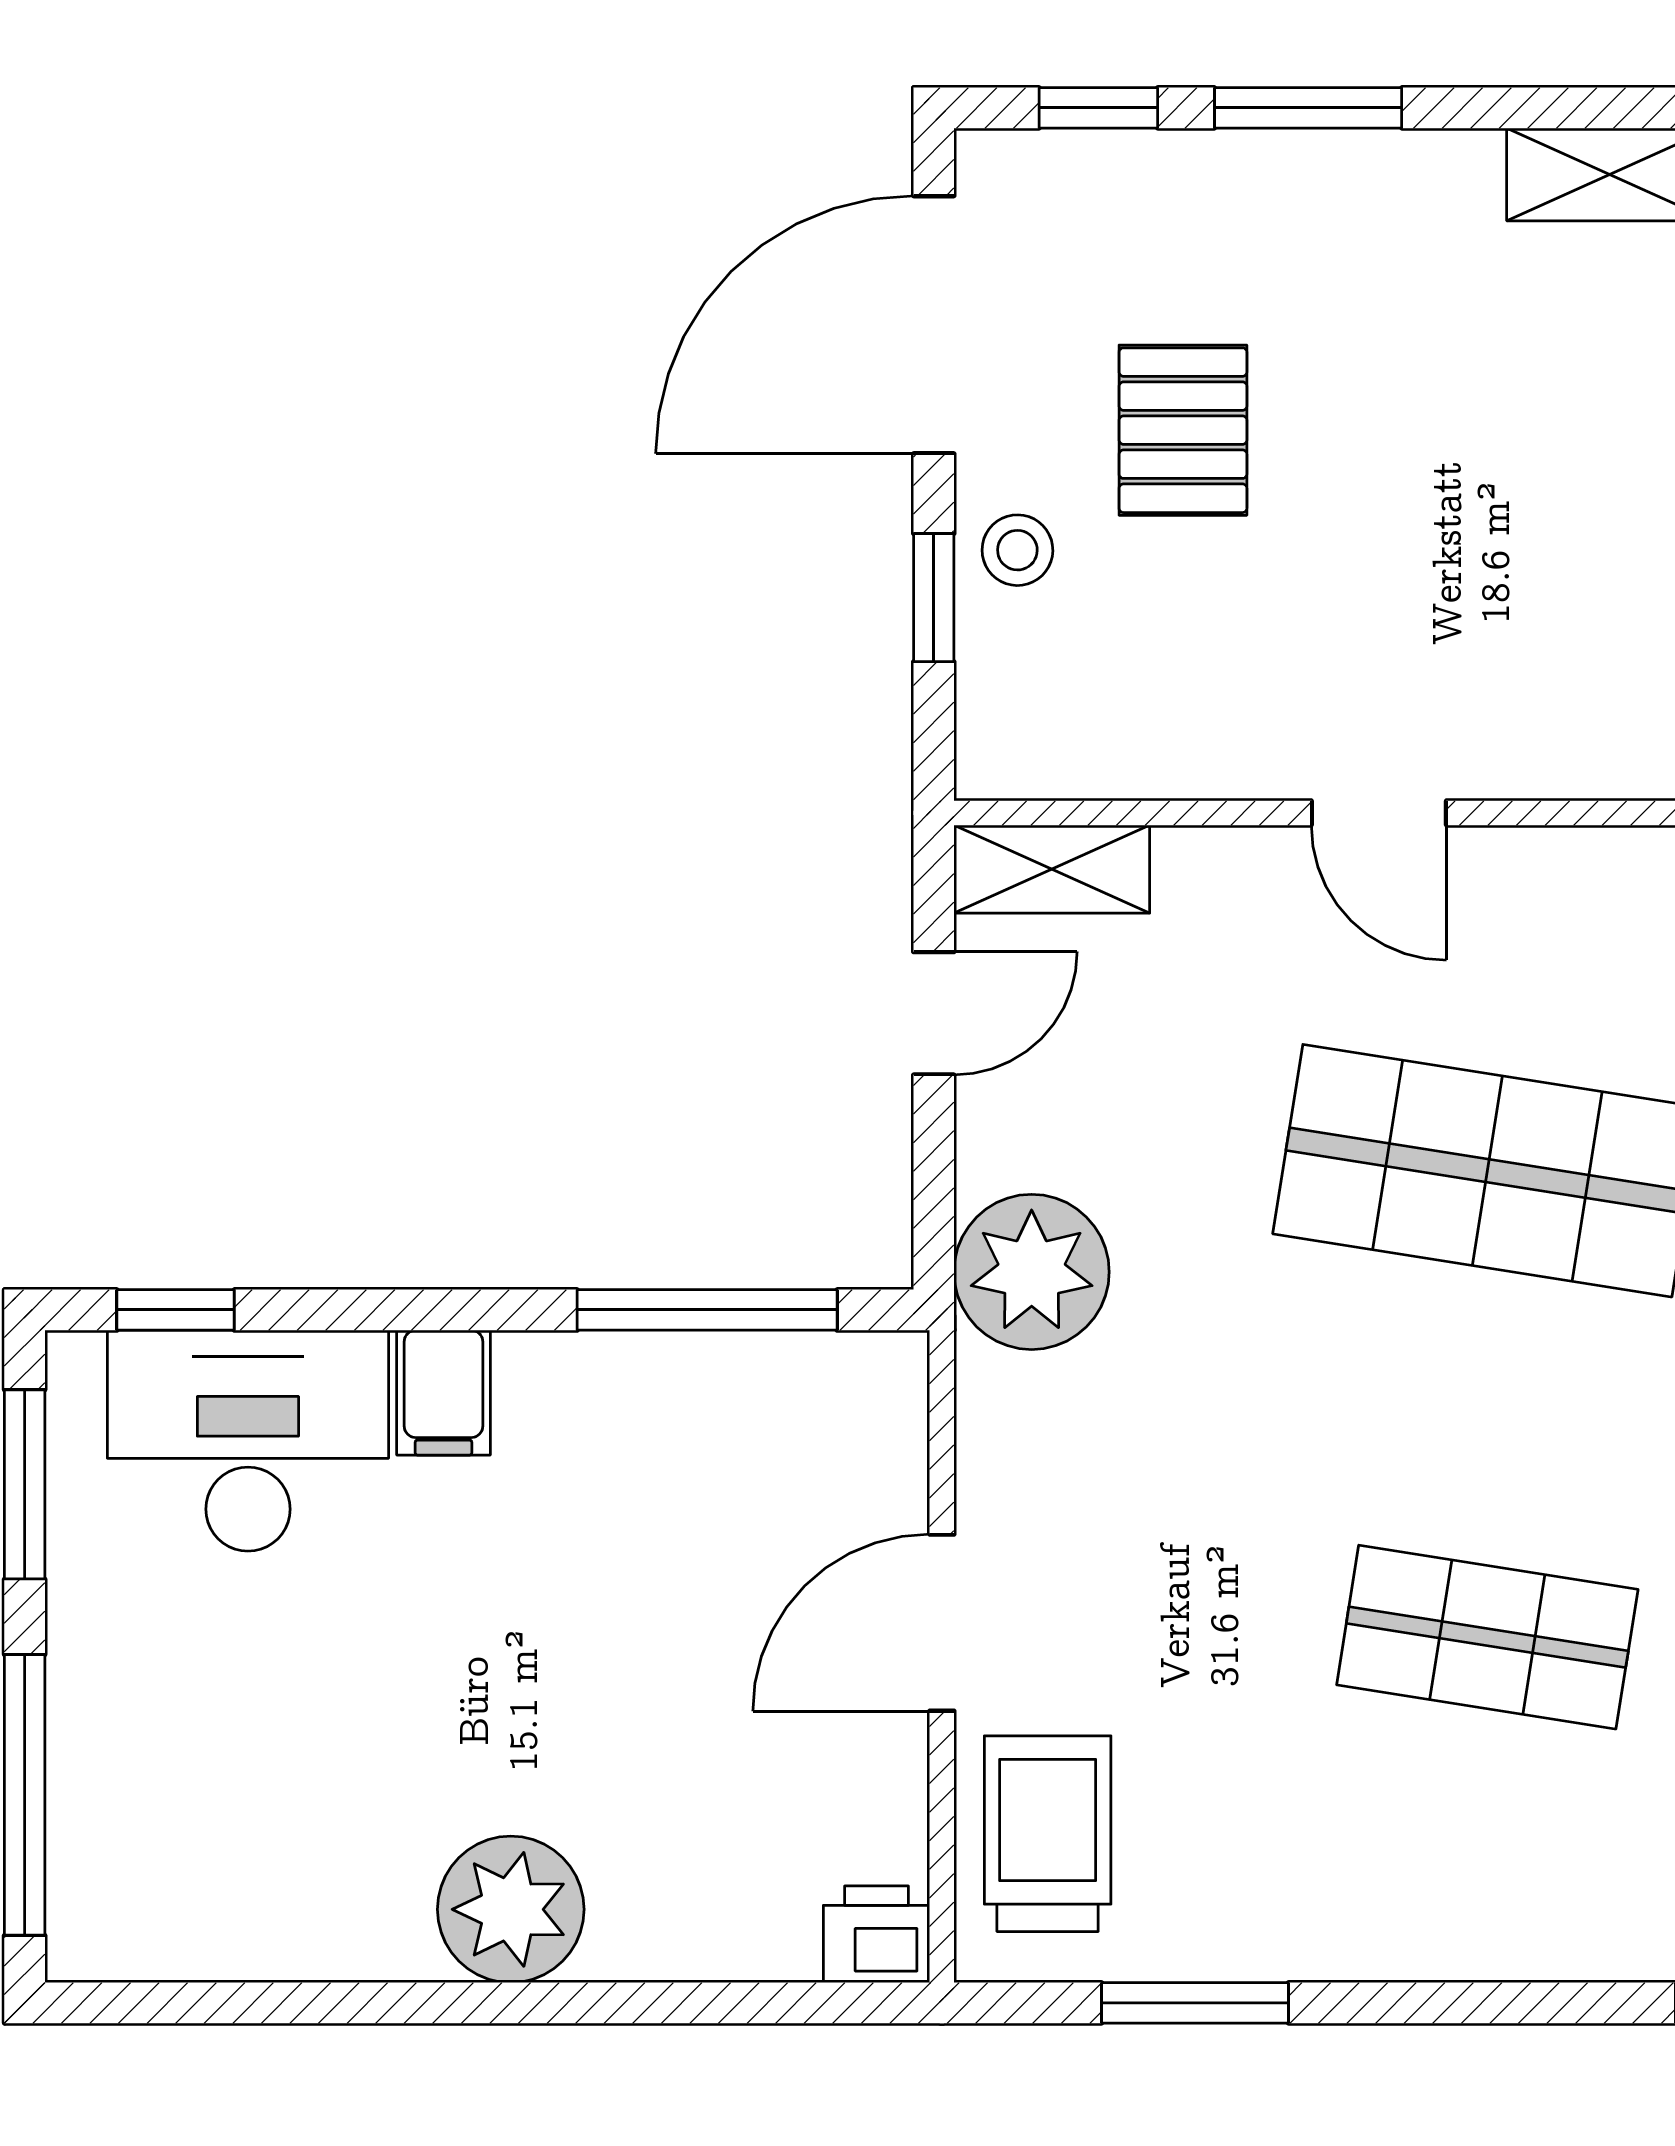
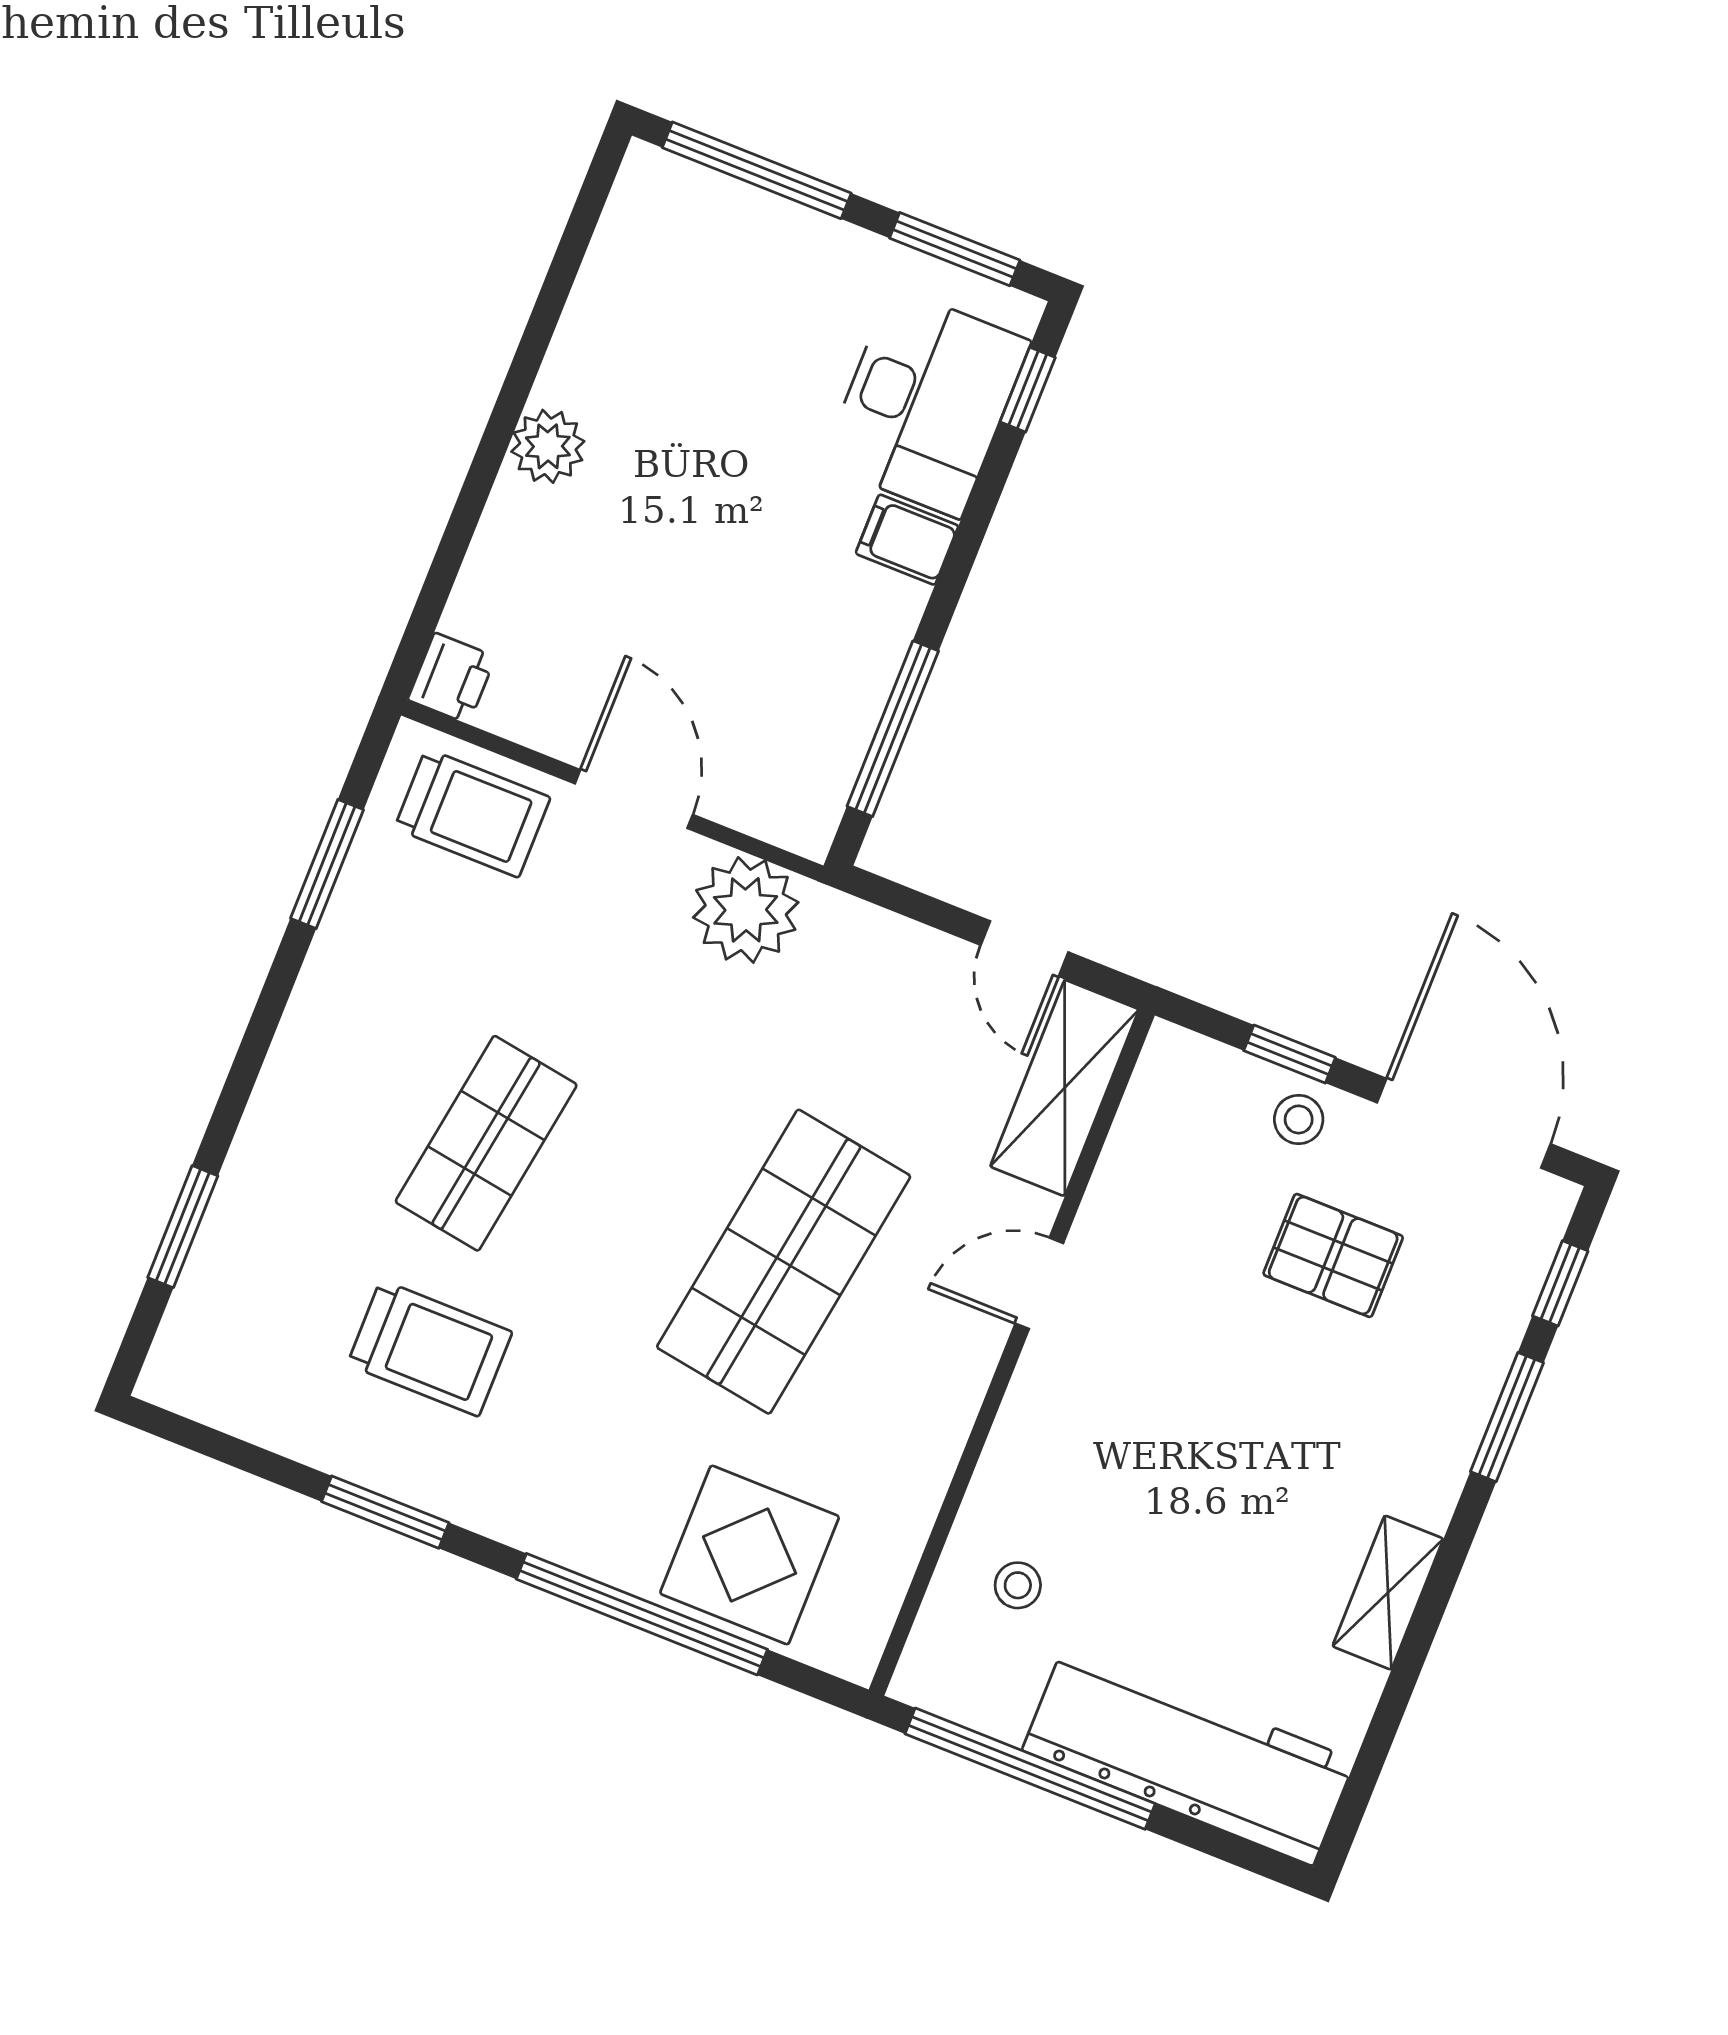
shelving: (1052, 869) -> (1065, 1088), width x1.50, depth x1.33
plant: (1032, 1272) -> (746, 910), moved
plant: (511, 1909) -> (548, 446), width x0.73, depth x0.73

